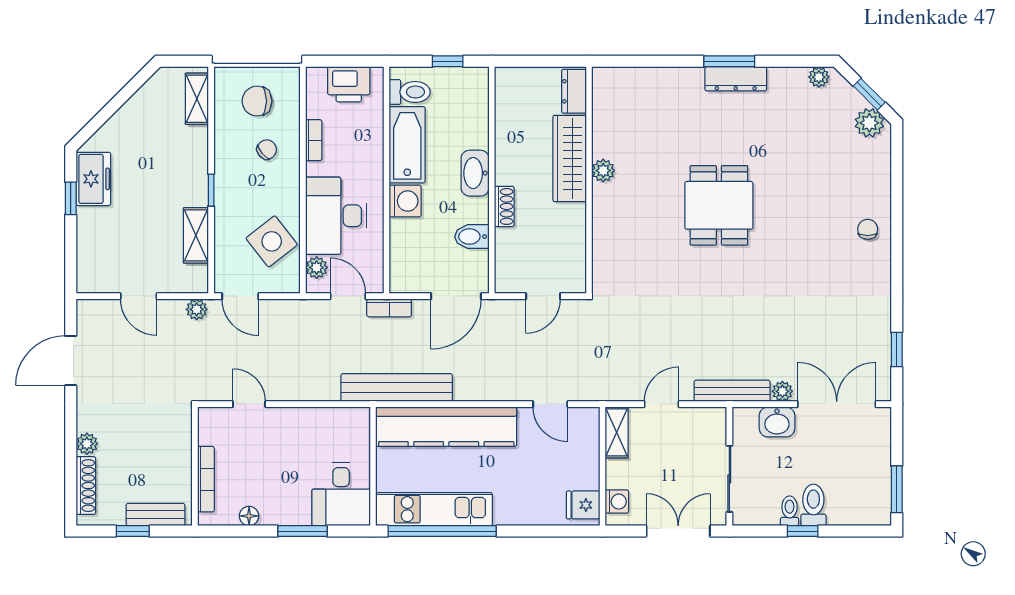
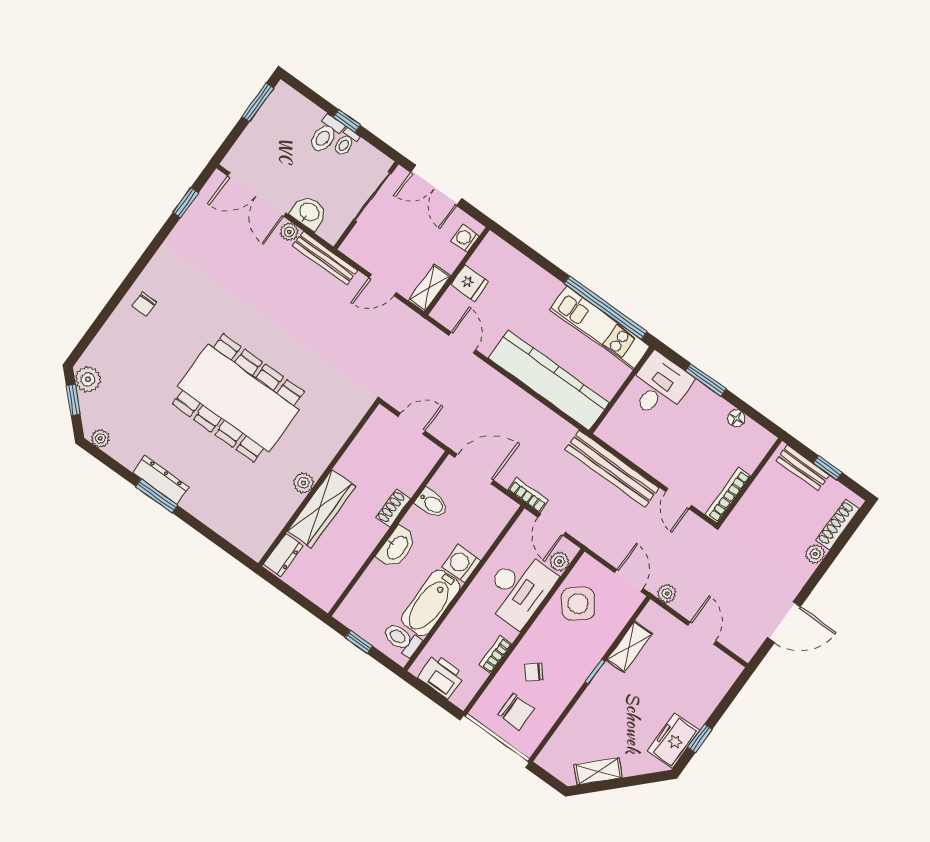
shelving: (197, 99) -> (598, 771), moved, turned 45
dining table: (719, 205) -> (239, 398), width x1.87, depth x1.24
bench: (397, 388) -> (612, 469), moved
bookcase: (206, 479) -> (728, 495), moved
fridge: (583, 505) -> (470, 283), moved

